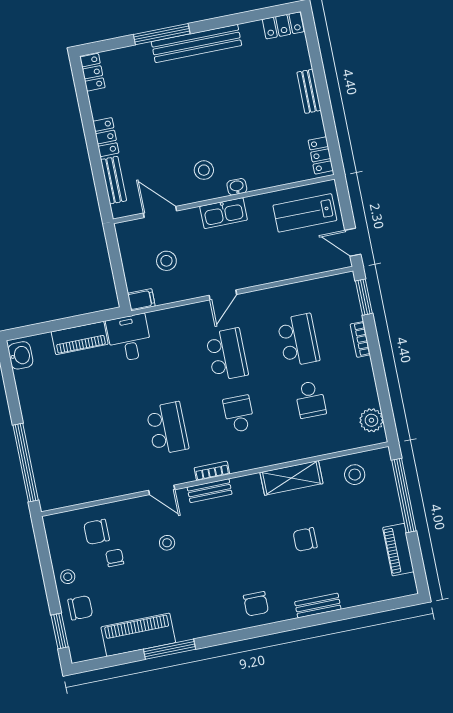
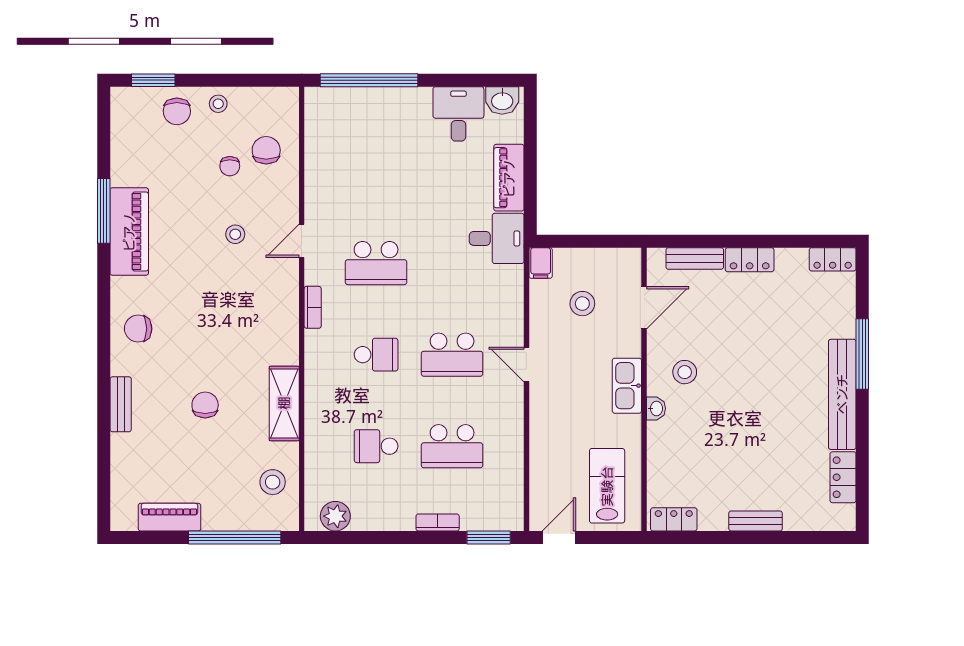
locker: (283, 25) -> (843, 477), moved
desk: (38, 387) -> (458, 114), added
bench: (210, 491) -> (289, 300), removed
chair: (115, 558) -> (230, 166), turned 90
piano: (138, 635) -> (129, 232), moved

